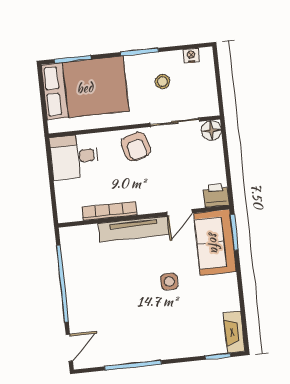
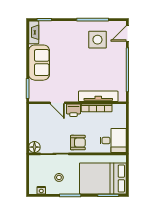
armchair: (136, 146) -> (78, 143), turned 106
printer: (216, 195) -> (73, 110), moved
door: (180, 213) -> (57, 103), swing flipped
tv unit: (134, 229) -> (98, 96), moved
sofa: (215, 242) -> (39, 63), moved
side table: (169, 282) -> (97, 40), moved, width x1.87, depth x1.87

